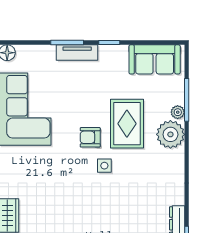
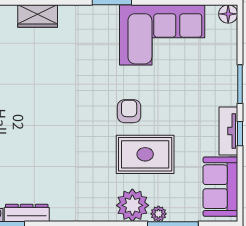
tv unit: (77, 53) -> (228, 131), moved
side table: (104, 166) -> (96, 128), removed

